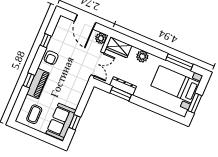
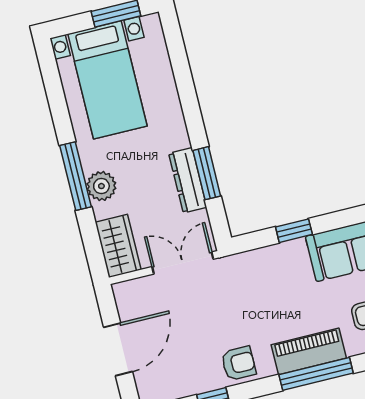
plant: (101, 38) -> (127, 294), removed
window: (179, 62) -> (76, 176), moved
window: (29, 80) -> (316, 374), width x2.17
window: (75, 122) -> (294, 231), moved

